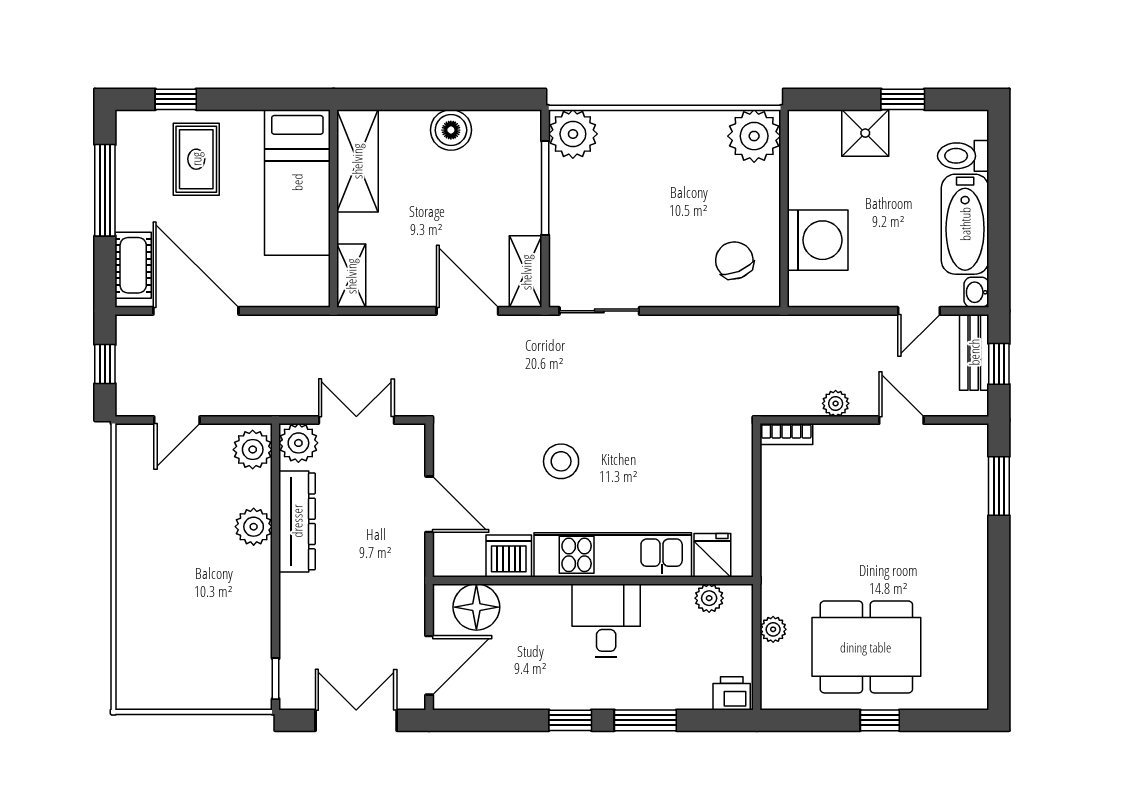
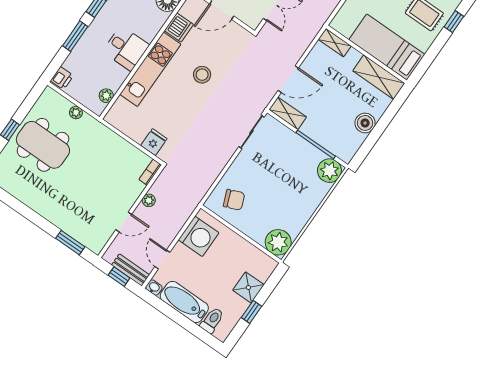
washing machine: (818, 240) -> (199, 236), moved, turned -90
fridge: (712, 555) -> (154, 142), moved, turned -90
dining table: (866, 647) -> (43, 145), turned 90

